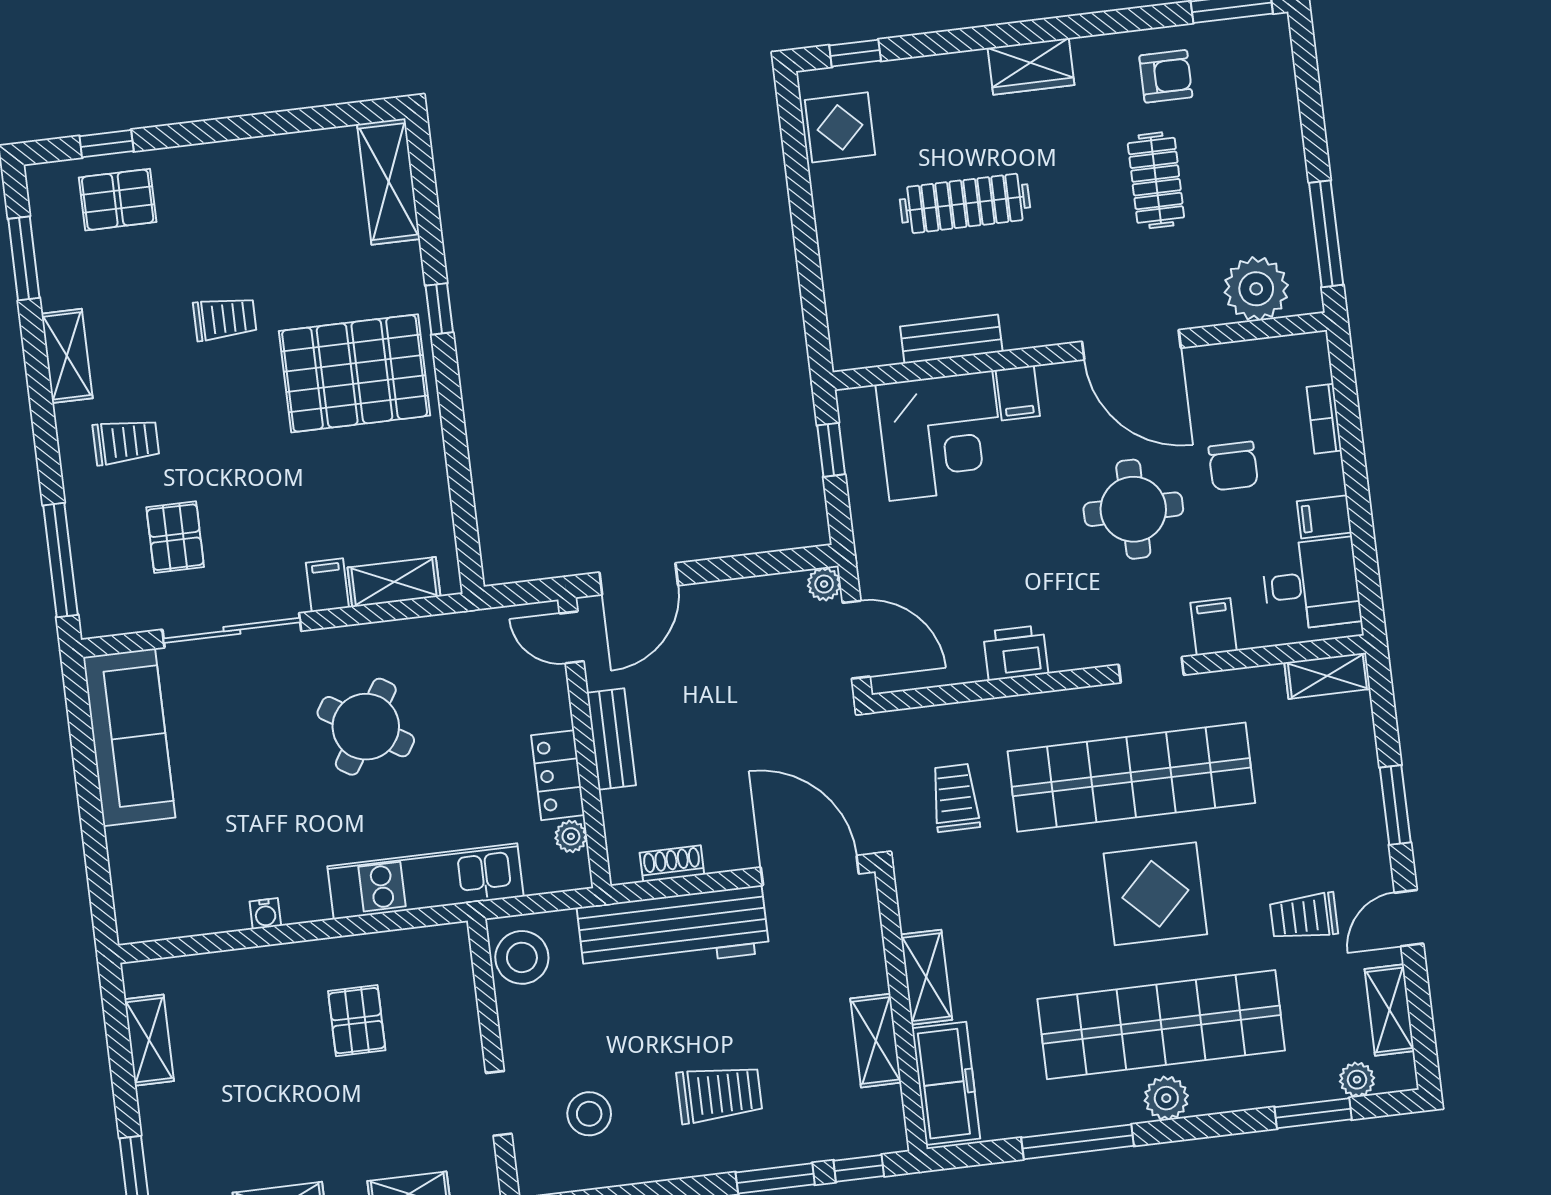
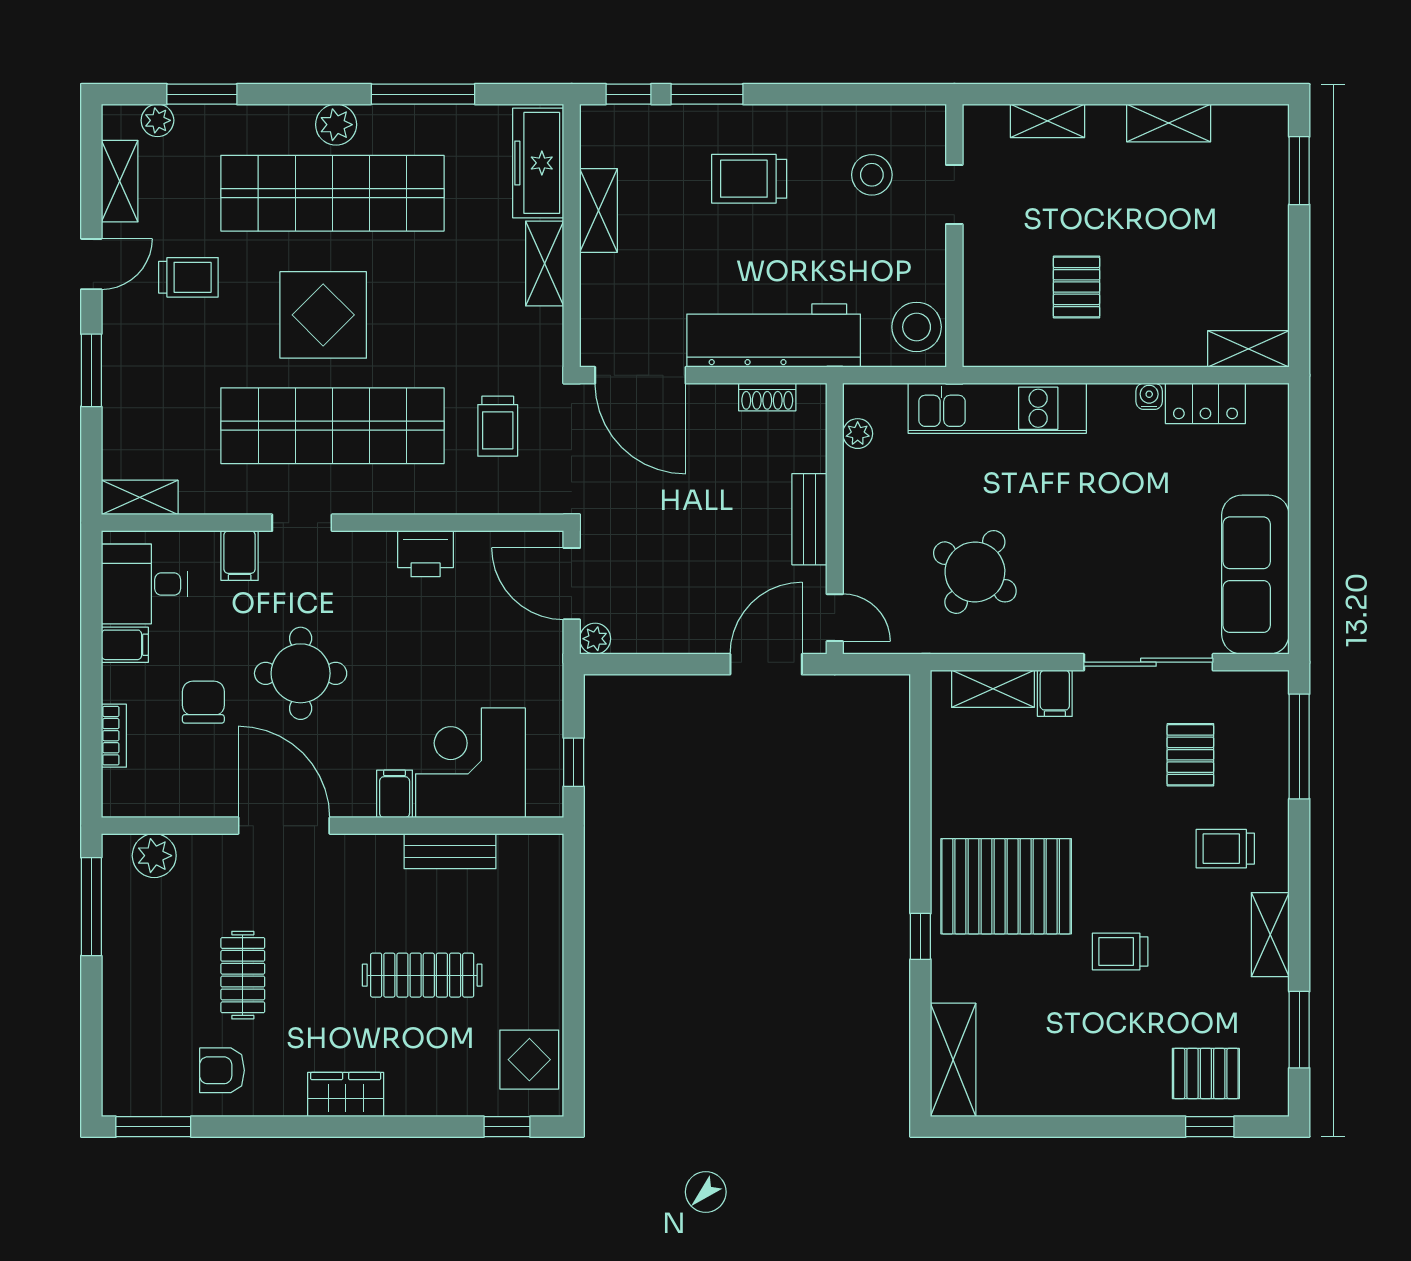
plant: (1256, 289) -> (154, 856), width x0.73, depth x0.73
round table: (366, 727) -> (975, 572), moved
locker: (558, 775) -> (1205, 403), moved, turned 90
shelving: (149, 1040) -> (1248, 349), moved, turned 90

